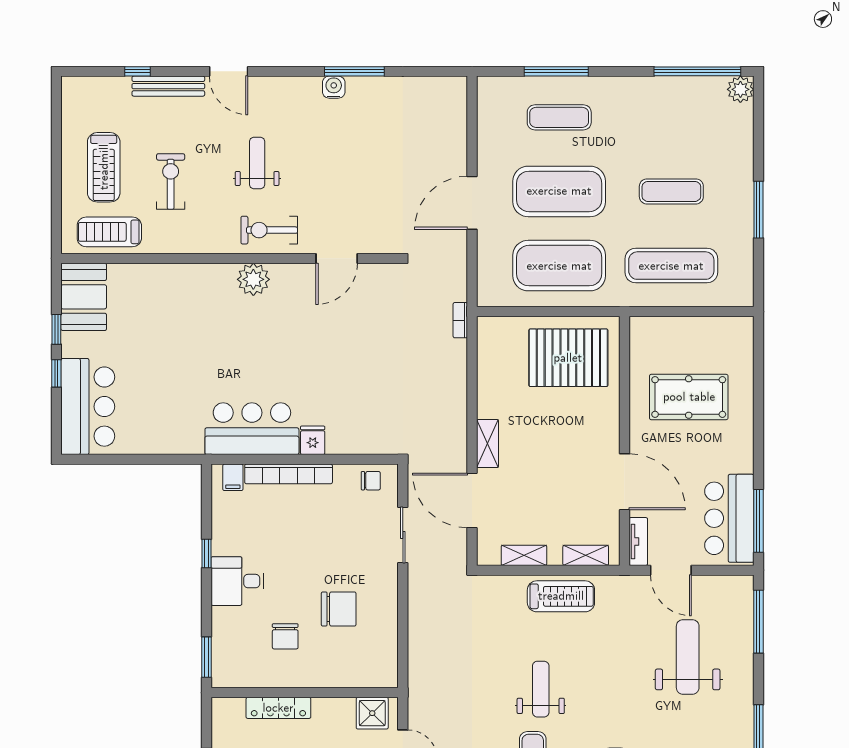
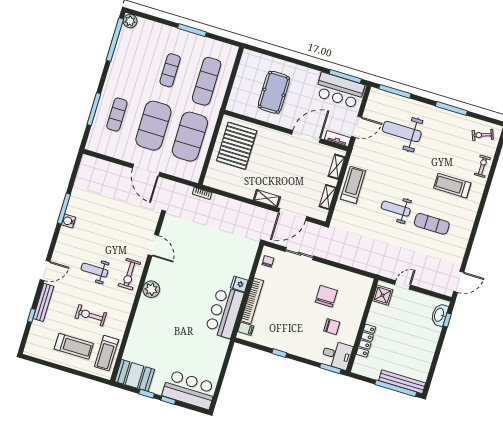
desk: (238, 581) -> (337, 355), moved, turned -90

